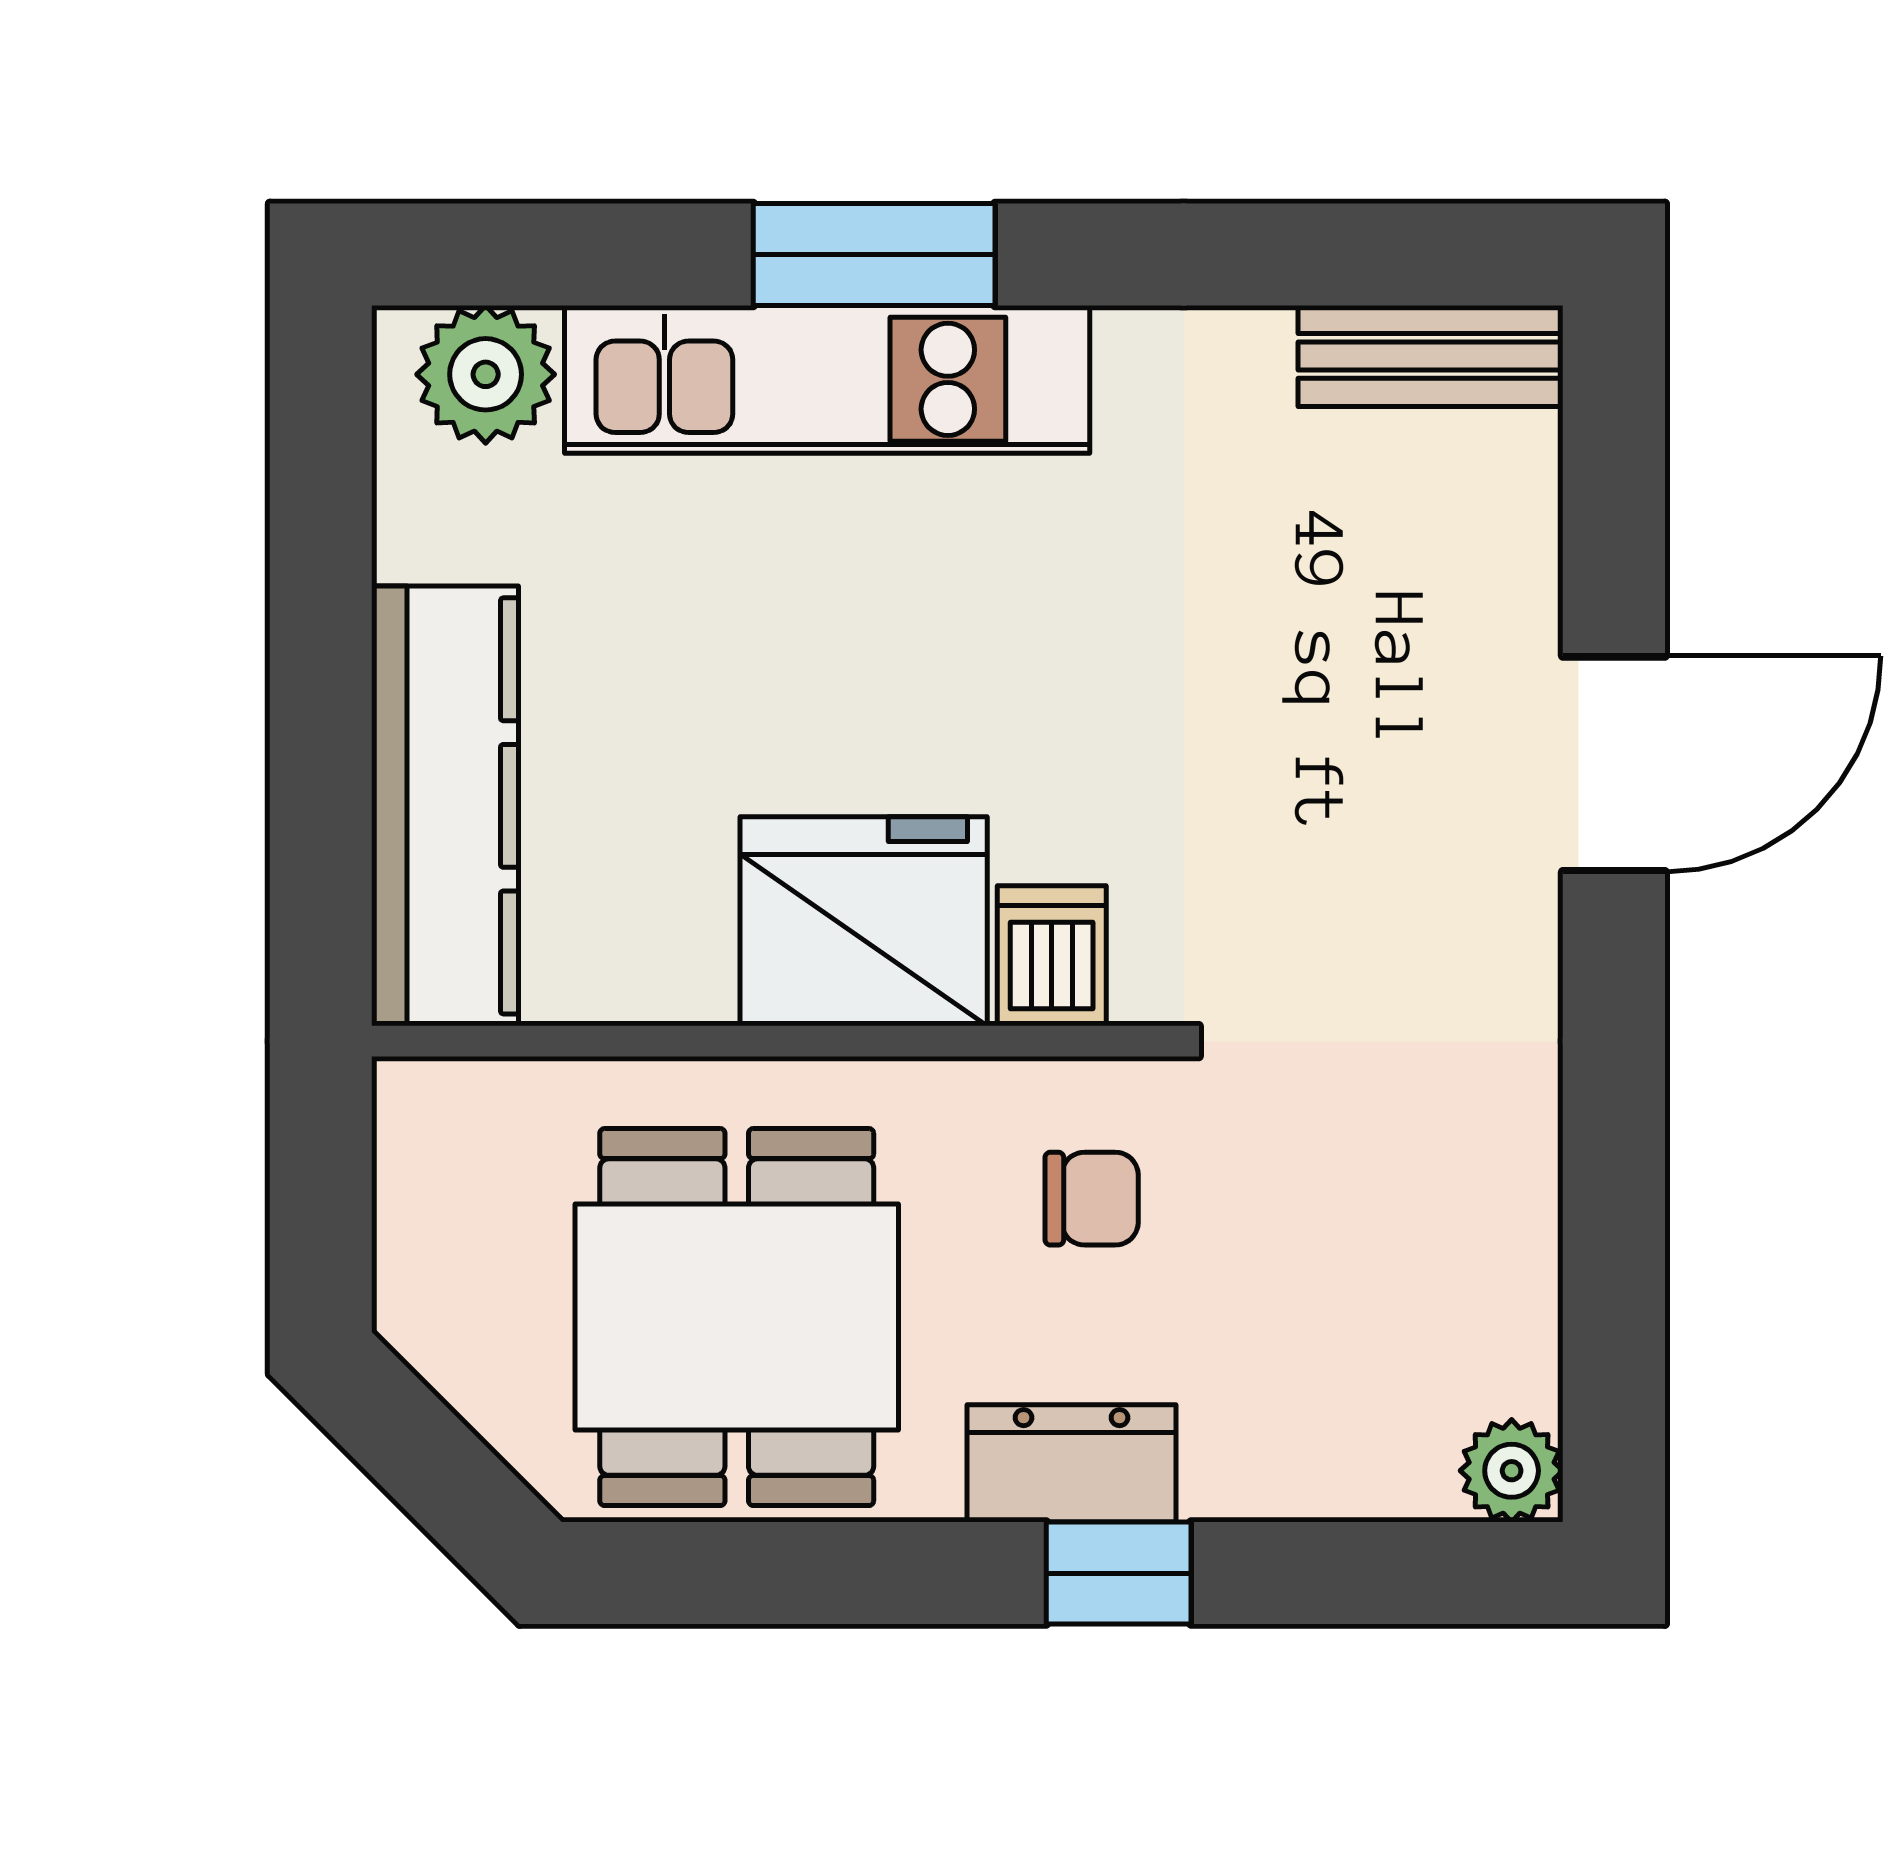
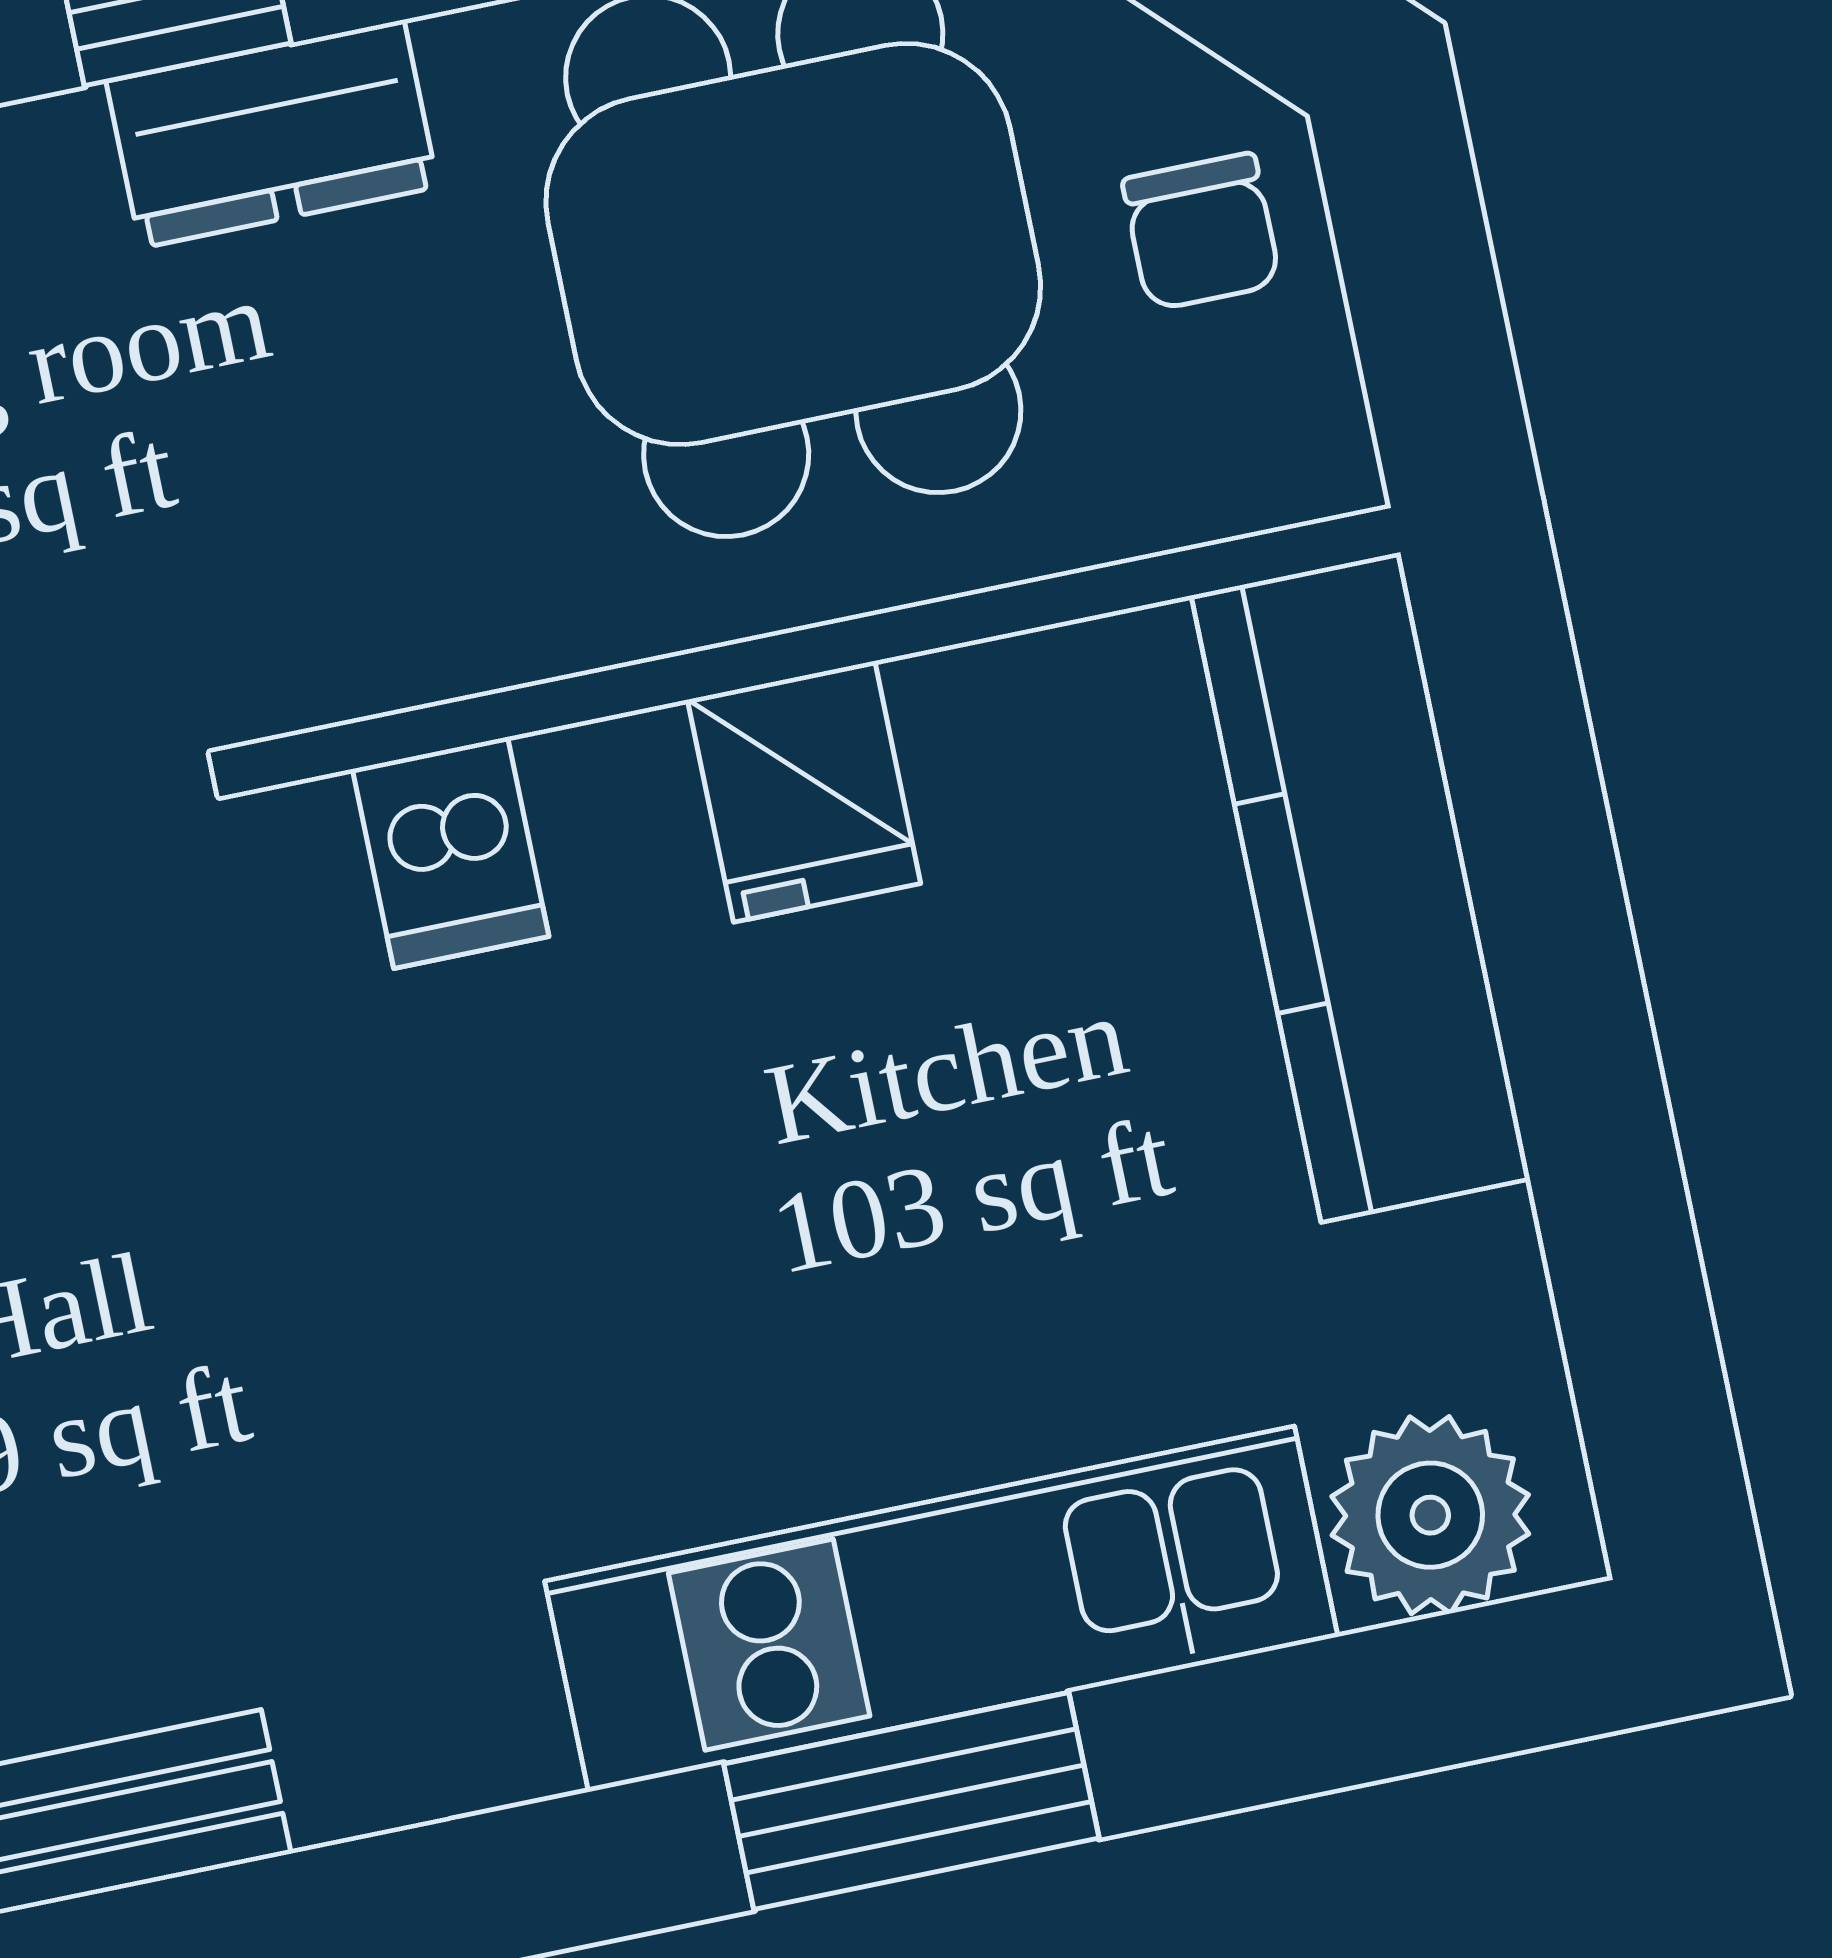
fridge: (864, 921) -> (804, 792), width x0.53, depth x0.75
chair: (1092, 1199) -> (1201, 232), moved, turned -90

